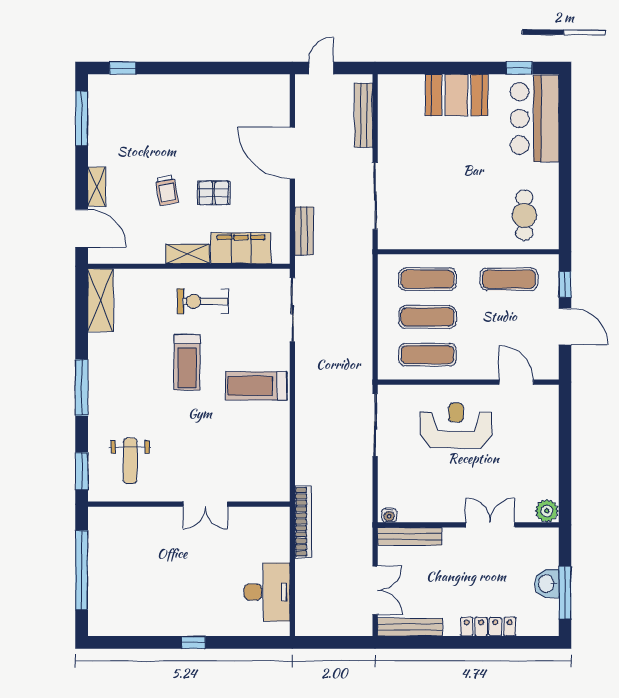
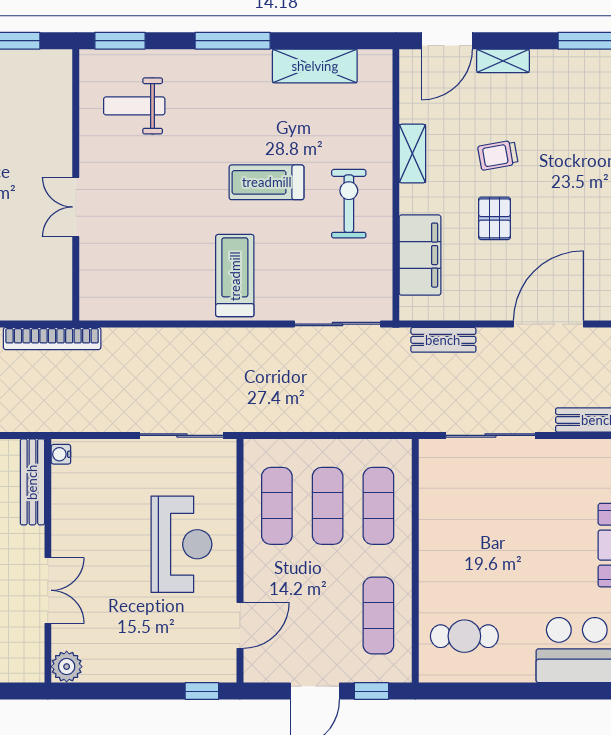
shelving: (188, 254) -> (412, 154), moved
shelving: (100, 300) -> (315, 66), moved
window: (565, 410) -> (202, 691), added

